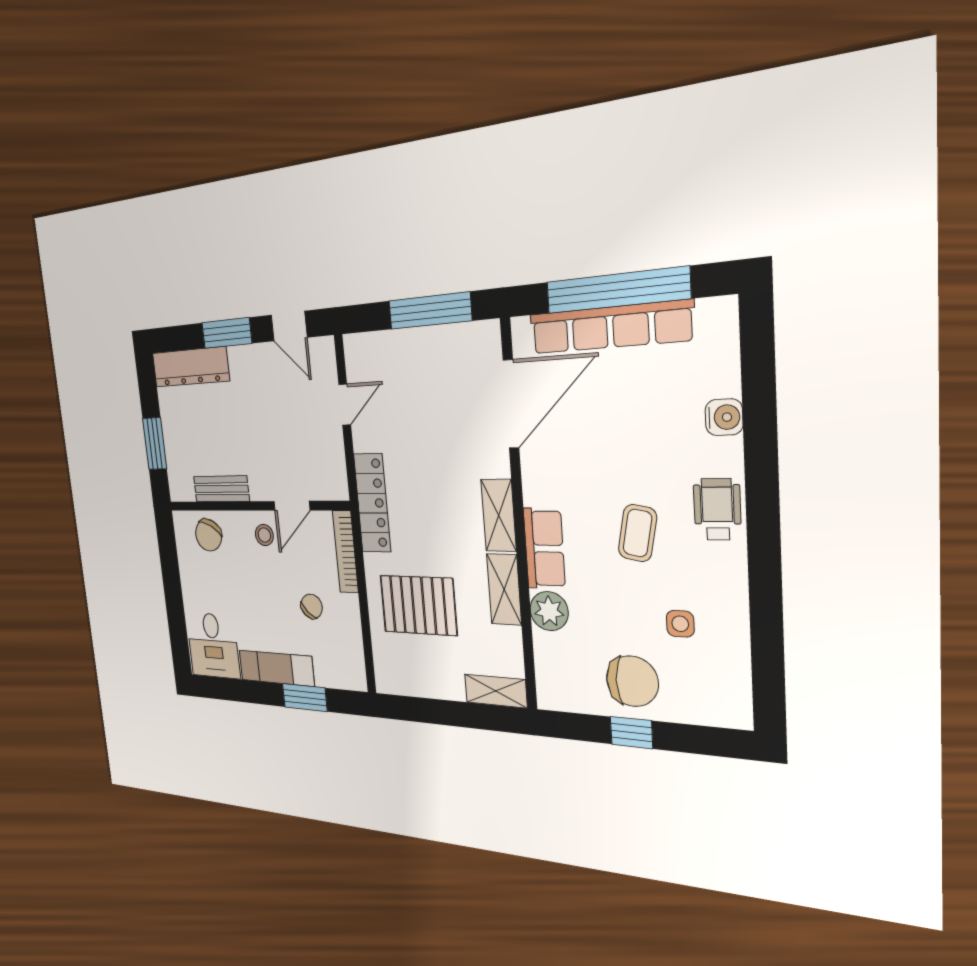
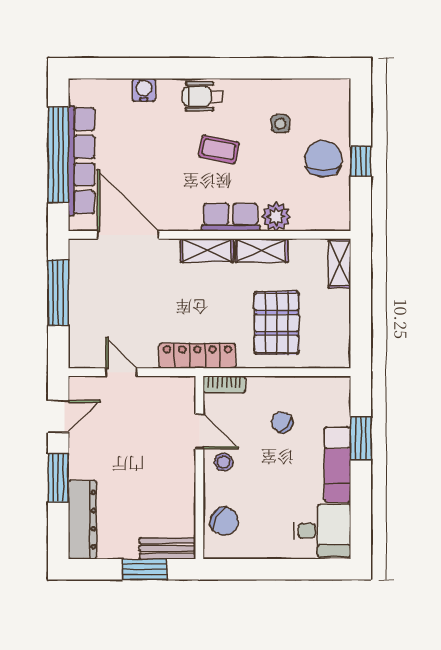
bench: (221, 489) -> (167, 548), moved, turned 90
bookcase: (345, 552) -> (224, 384), width x0.64

